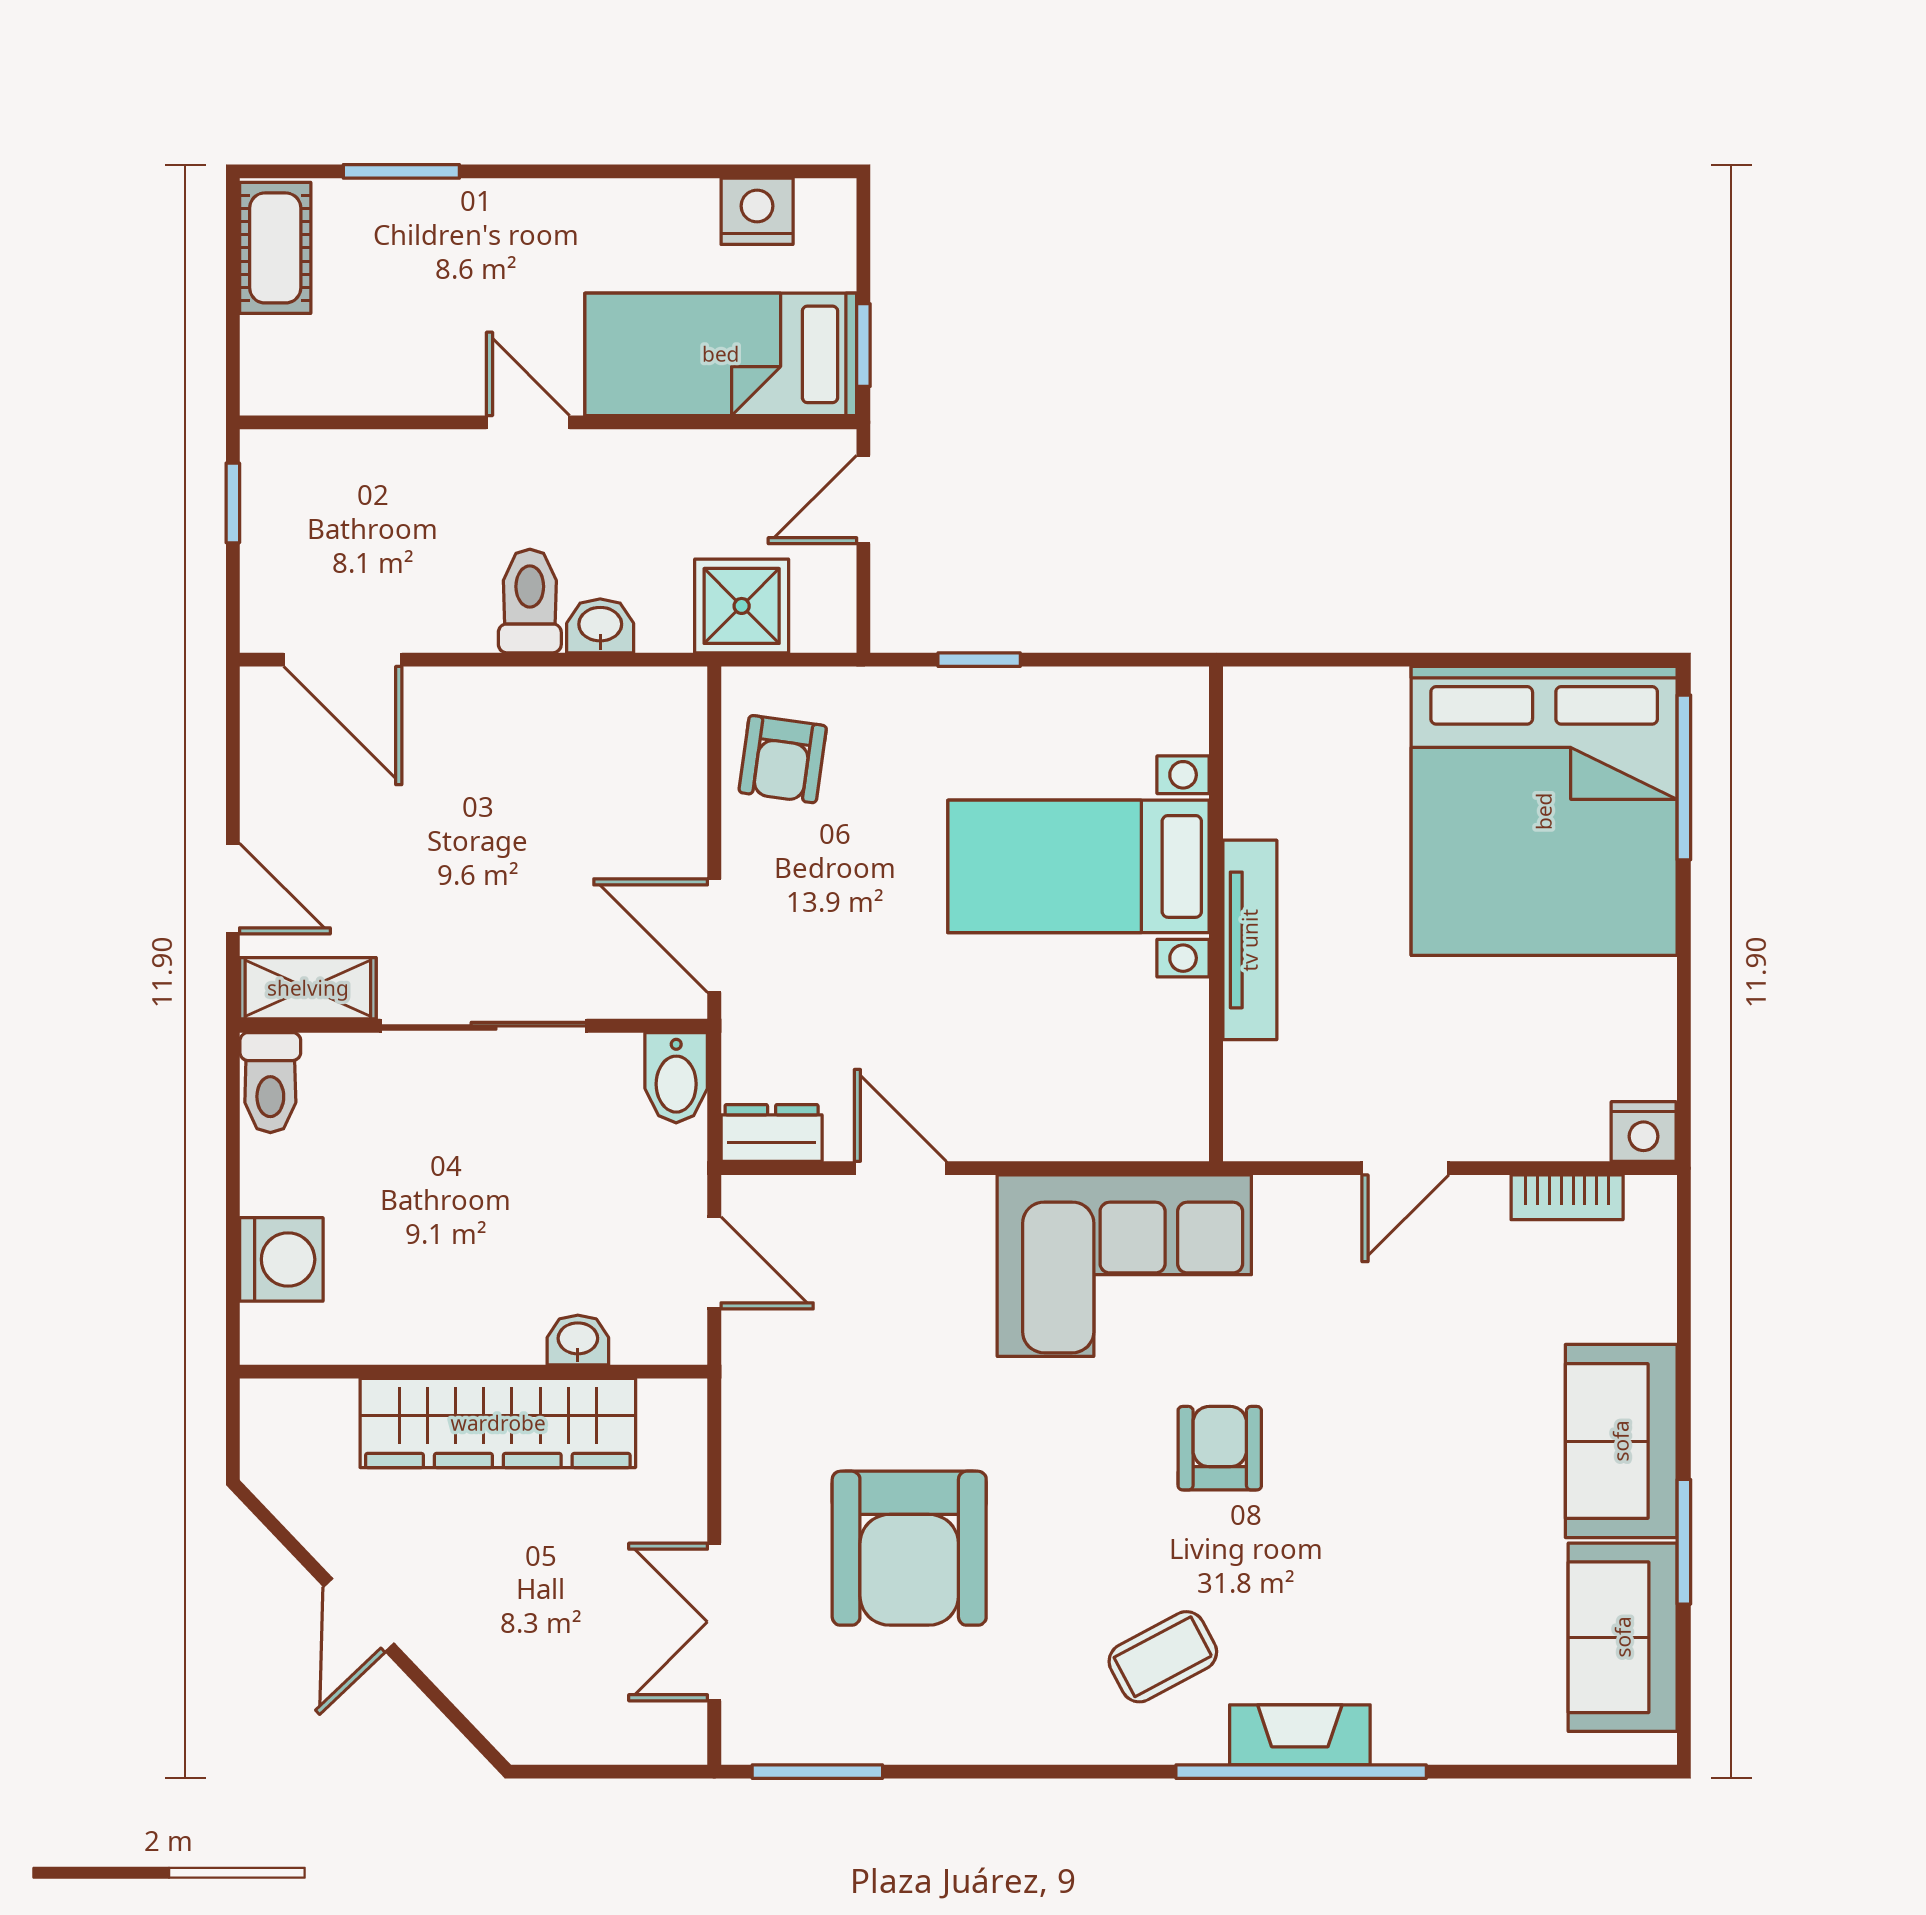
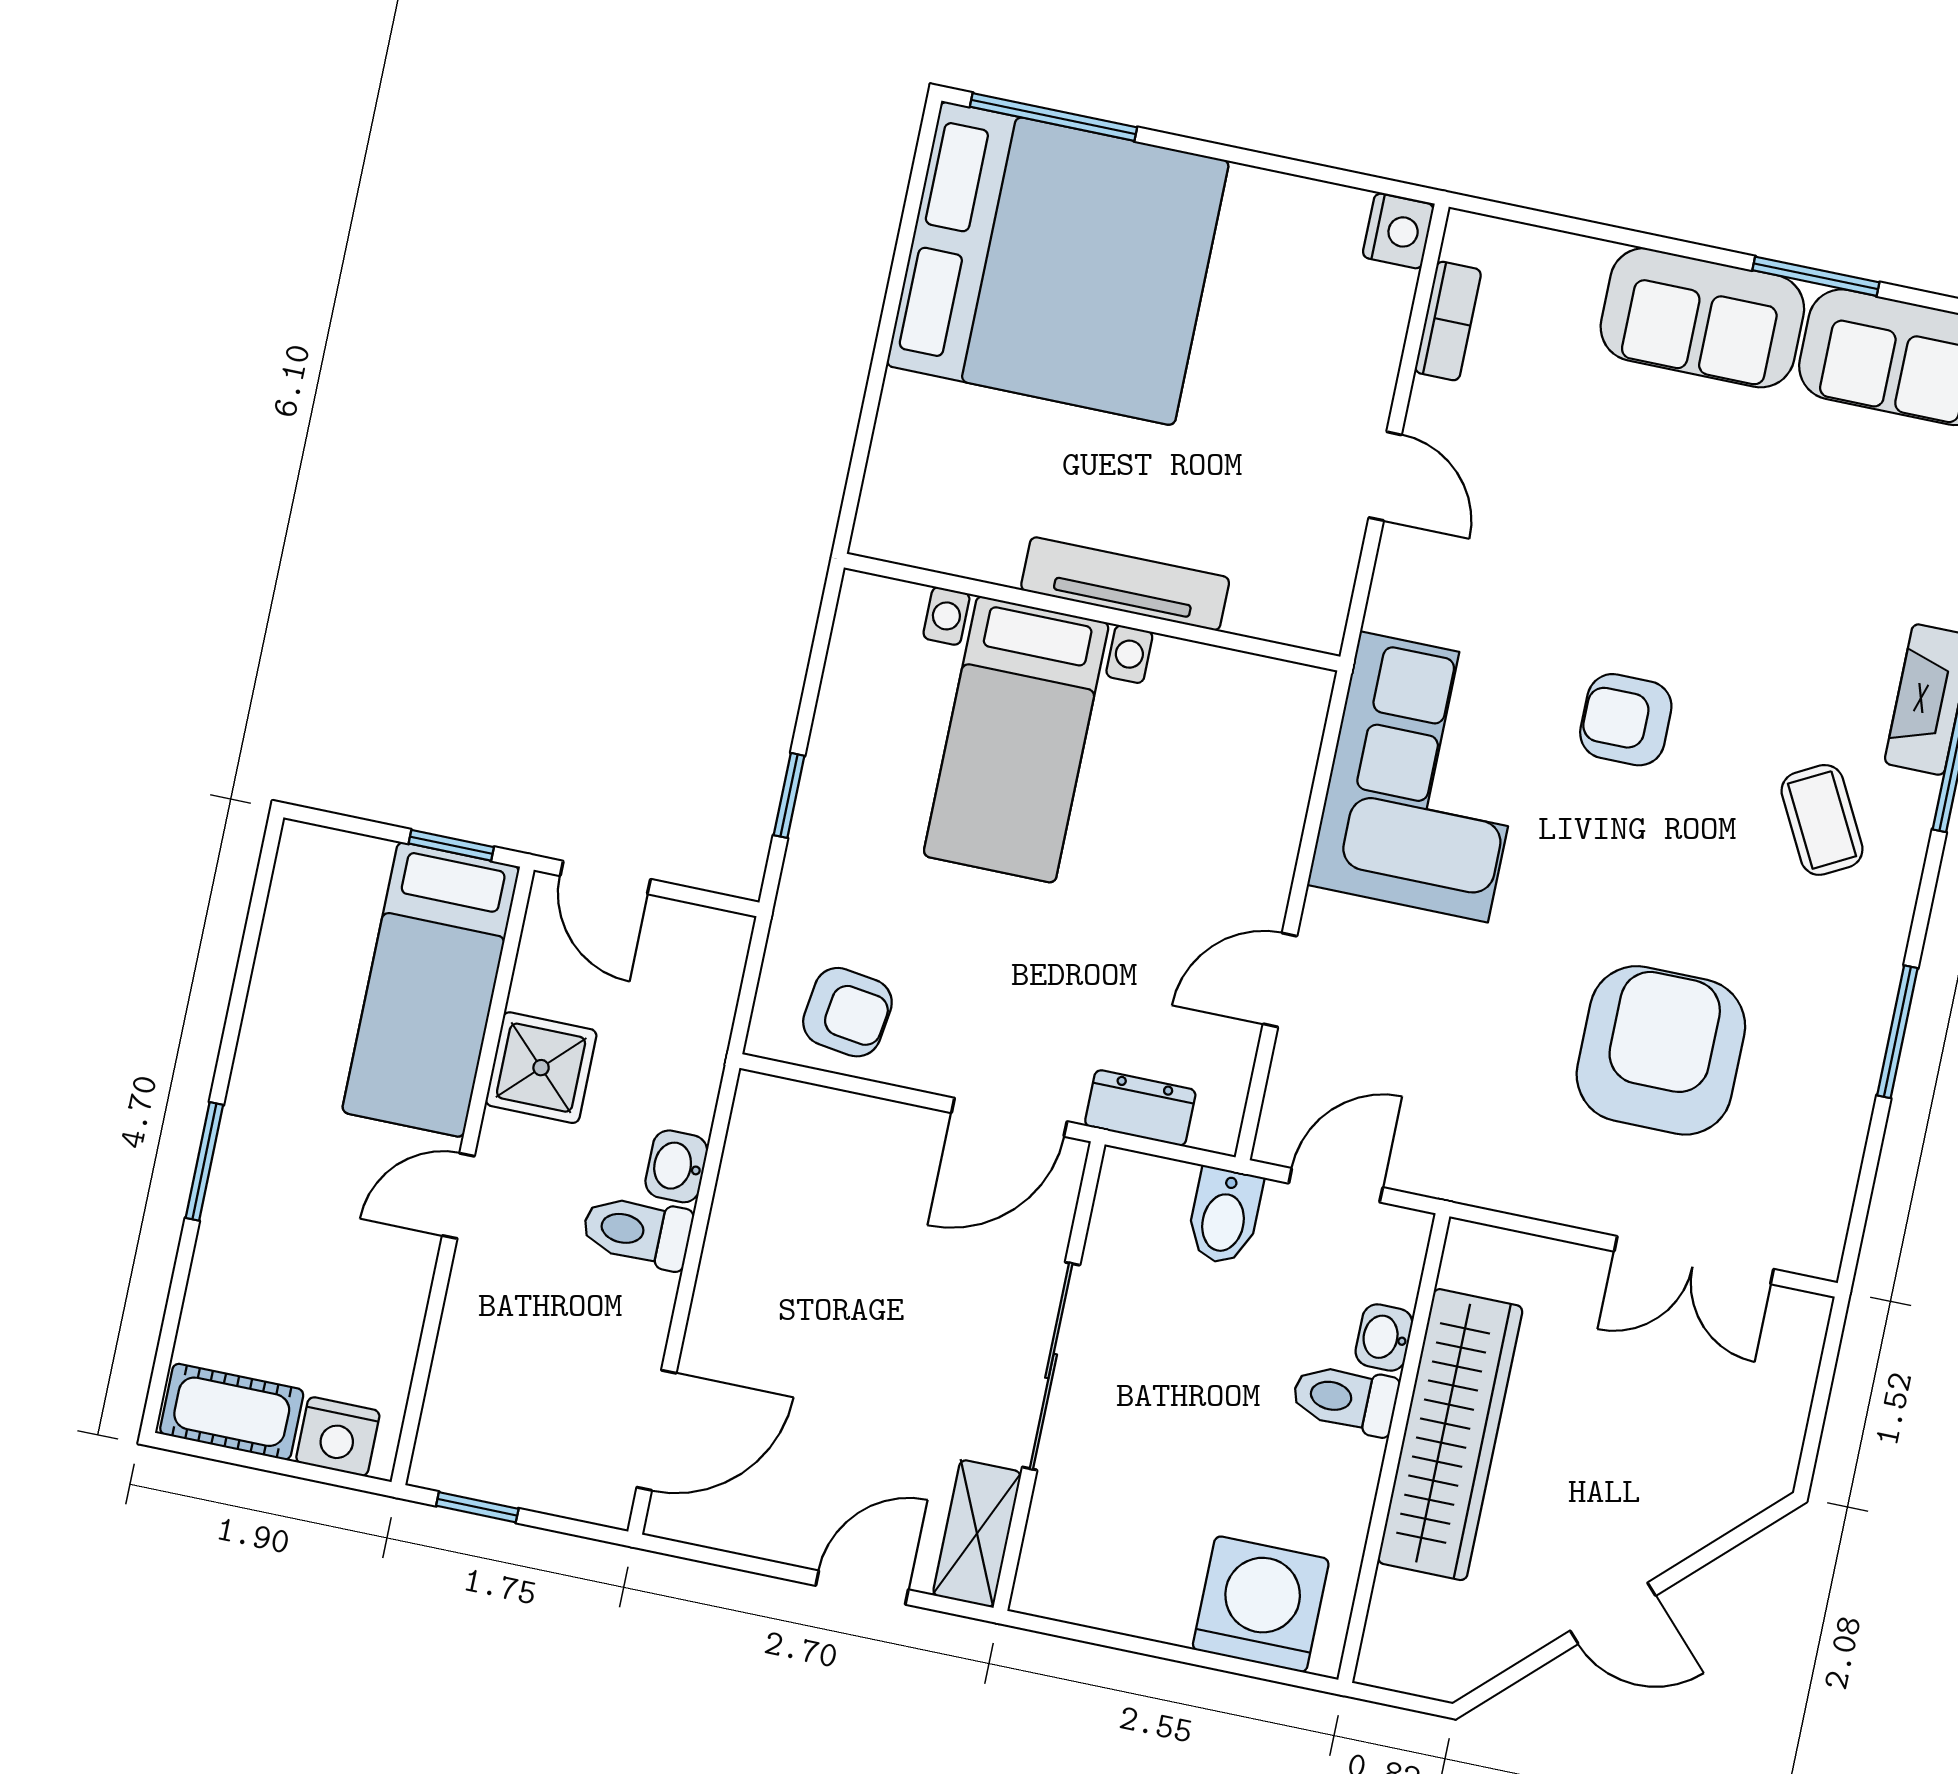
window: (401, 171) -> (204, 1161), moved
nightstand: (757, 211) -> (338, 1437), moved, turned -90
shower: (742, 606) -> (541, 1068), moved
bidet: (676, 1078) -> (1224, 1216), moved, turned 90
toilet: (270, 1083) -> (1345, 1399), moved, turned 180
dresser: (772, 1133) -> (1140, 1108), moved, turned 90
washing machine: (281, 1259) -> (1261, 1604), width x1.37, depth x1.37
armchair: (909, 1548) -> (1661, 1050), turned -90
window: (817, 1772) -> (1897, 1032), moved

